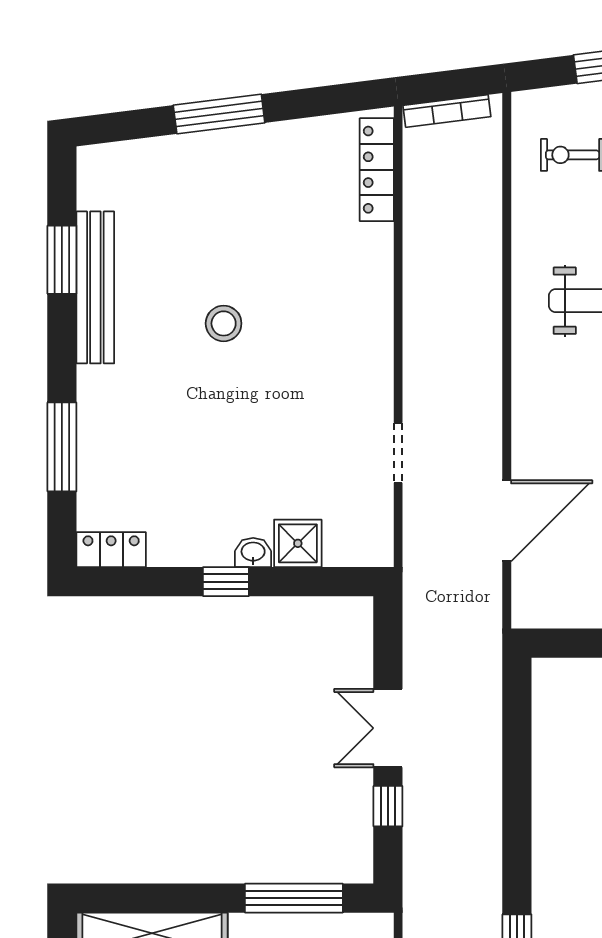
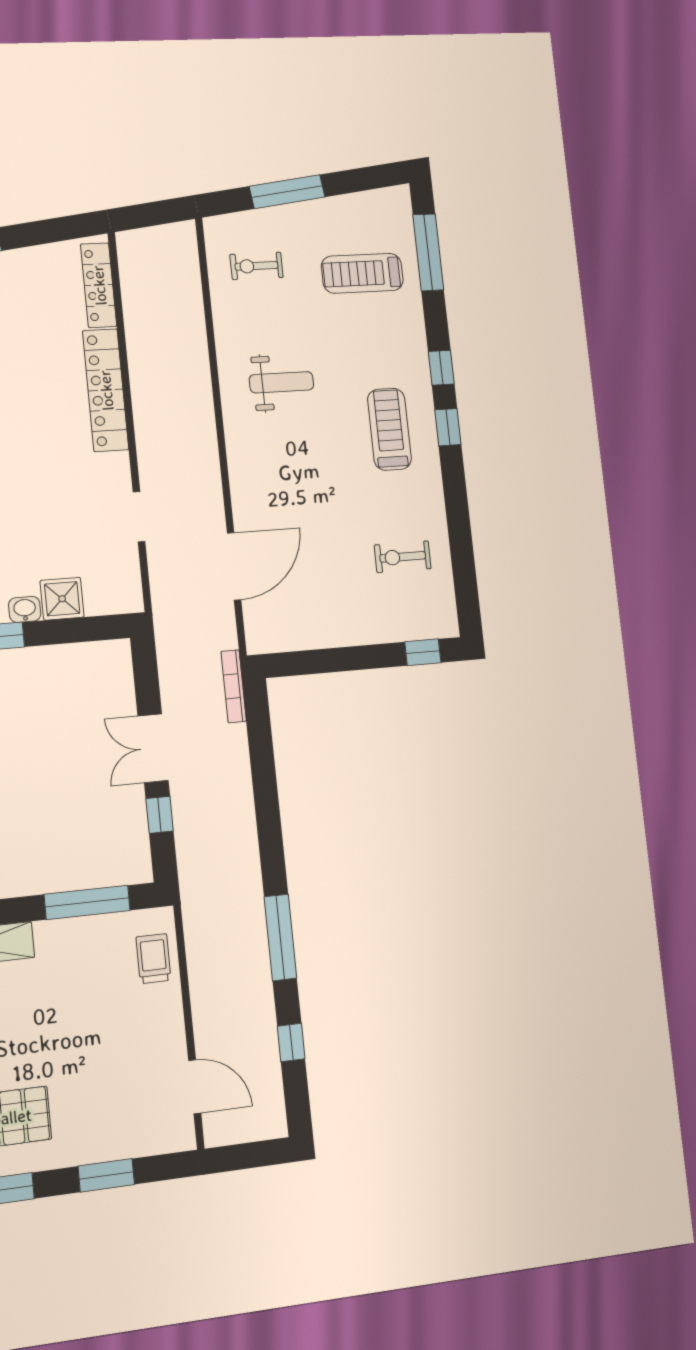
bookcase: (447, 111) -> (234, 686), moved, turned 97
locker: (373, 298) -> (106, 390), added

